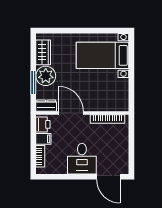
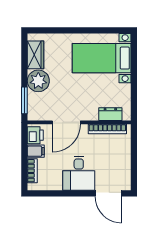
window: (33, 82) -> (24, 100), moved
dresser: (46, 106) -> (110, 114), moved
door: (71, 113) -> (66, 122), swing flipped

